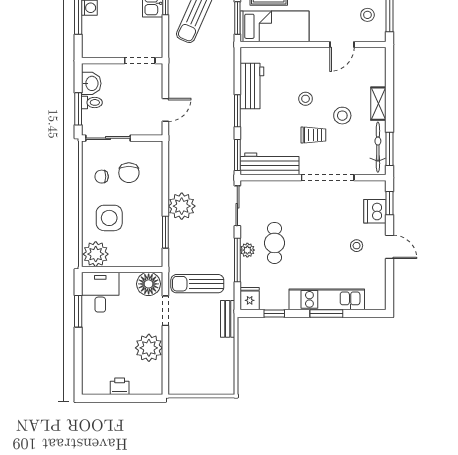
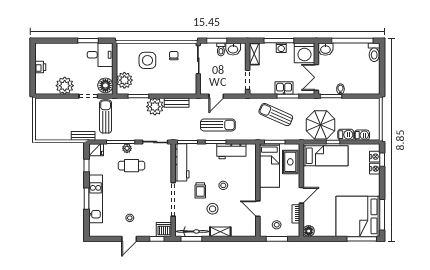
shelving: (99, 50) -> (254, 54), added
sun lounger: (211, 107) -> (218, 125), added
door: (165, 110) -> (216, 96), hinge flipped
bench: (175, 172) -> (177, 103), added
chair: (129, 173) -> (176, 73), removed
dishwasher: (375, 211) -> (164, 230), moved
plant: (96, 254) -> (124, 80), moved

